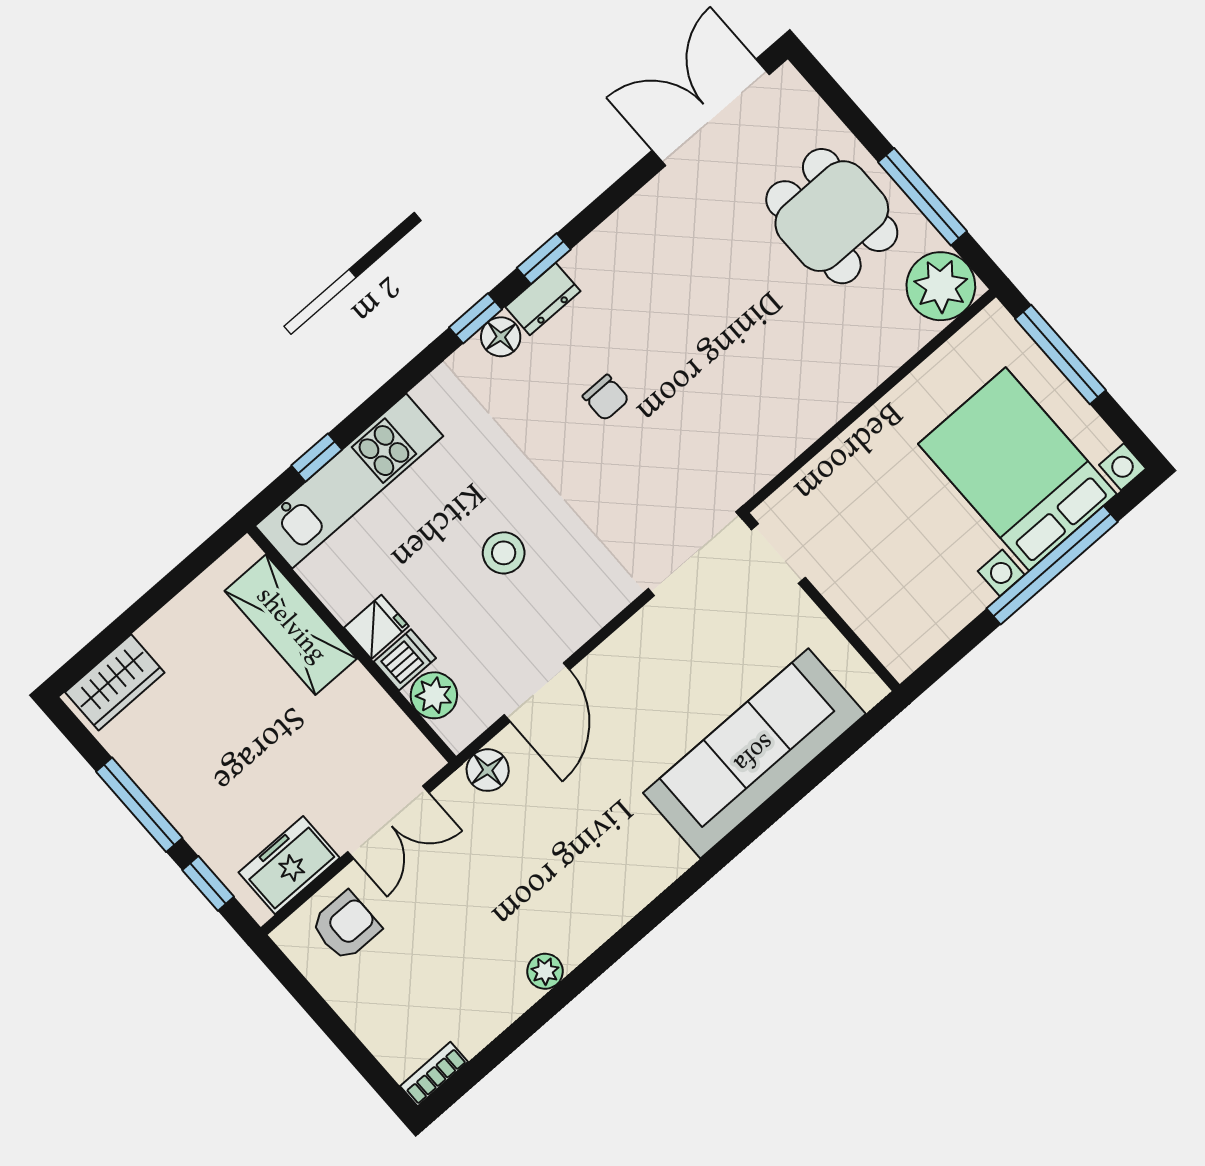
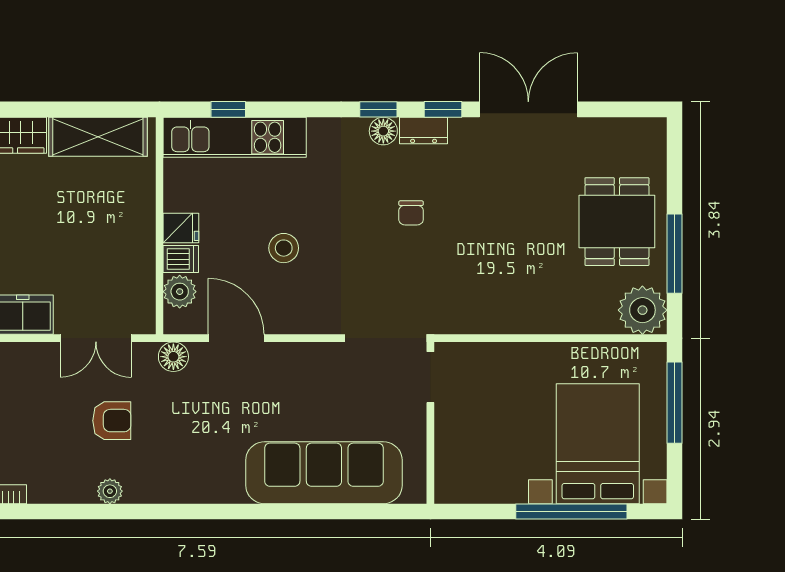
double door: (711, 112) -> (528, 109), moved
shelving: (291, 625) -> (98, 137), moved, turned 90
door: (537, 692) -> (236, 338), swing flipped
armchair: (346, 926) -> (112, 421), moved

